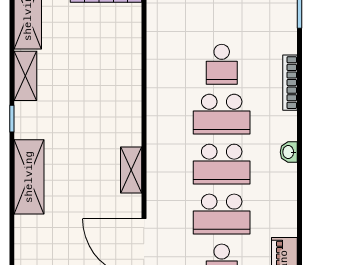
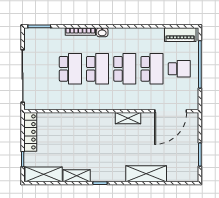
school desk: (222, 64) -> (70, 69), width x1.85
washbasin: (289, 152) -> (102, 32), moved
shelving: (29, 177) -> (146, 174), moved

